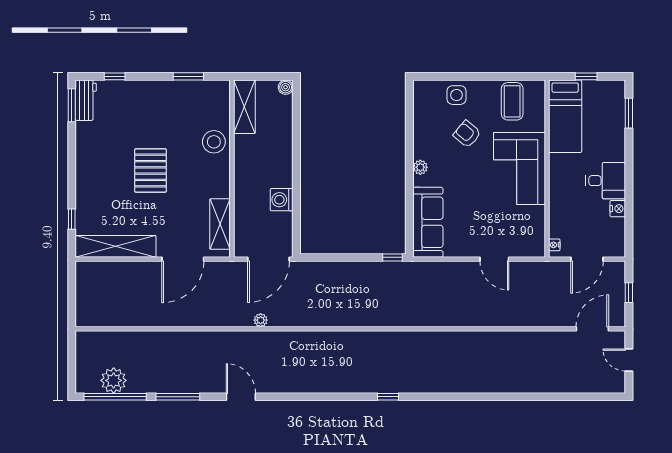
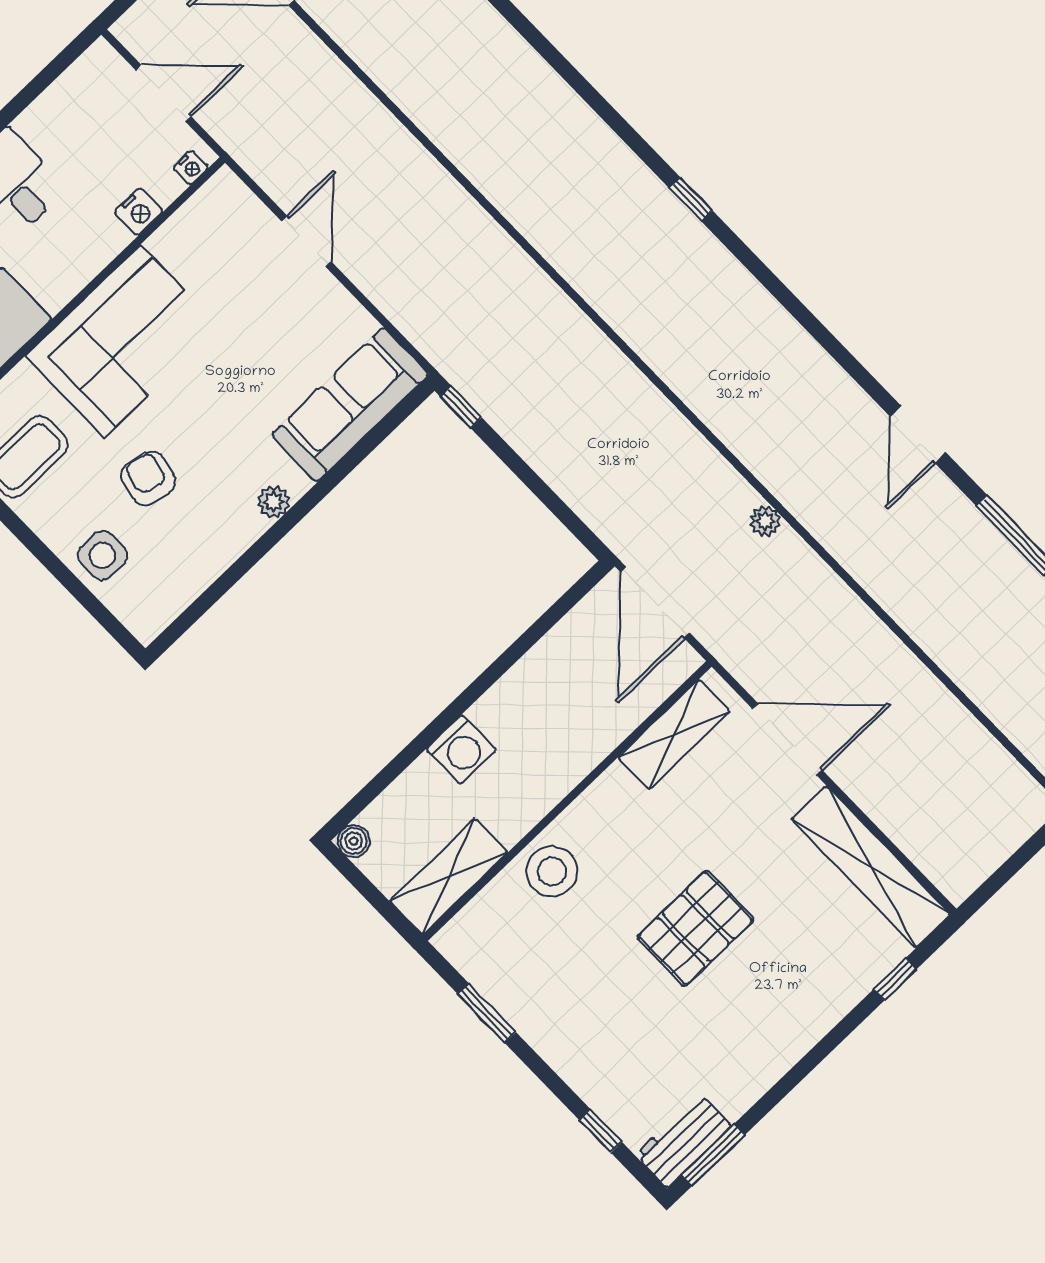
armchair: (467, 134) -> (148, 478), turned 153
washing machine: (282, 200) -> (461, 750), moved
nightstand: (618, 209) -> (139, 212), moved, turned 180
door: (269, 259) -> (655, 603), swing flipped

